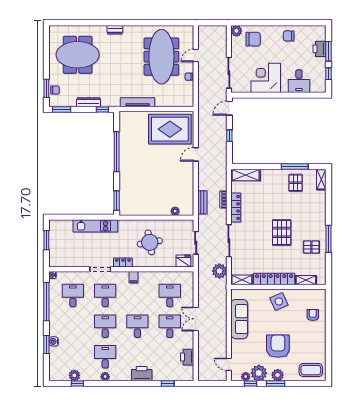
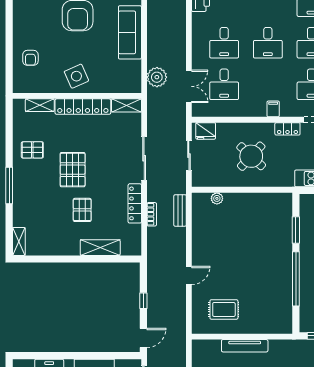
tv unit: (138, 102) -> (245, 346), moved
rug: (170, 129) -> (224, 309), width x0.54, depth x0.49
window: (295, 166) -> (55, 259), removed
shelving: (246, 175) -> (100, 248), moved
pallet: (295, 183) -> (82, 210), moved
window: (117, 201) -> (296, 230), moved
window: (329, 239) -> (9, 186), moved
round table: (150, 242) -> (251, 156), turned -37
plant: (219, 271) -> (157, 77), moved
double door: (196, 319) -> (189, 86), moved
sofa: (239, 319) -> (130, 32), moved

